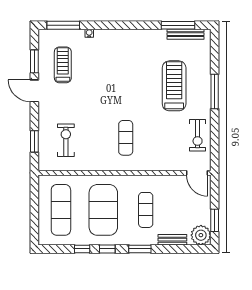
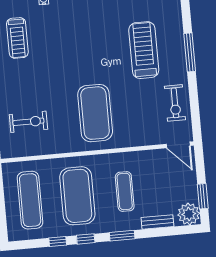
treadmill: (63, 65) -> (17, 38), turned 180
exercise mat: (126, 138) -> (95, 113), width x2.00, depth x1.45
exercise bike: (66, 140) -> (28, 122), turned 90

